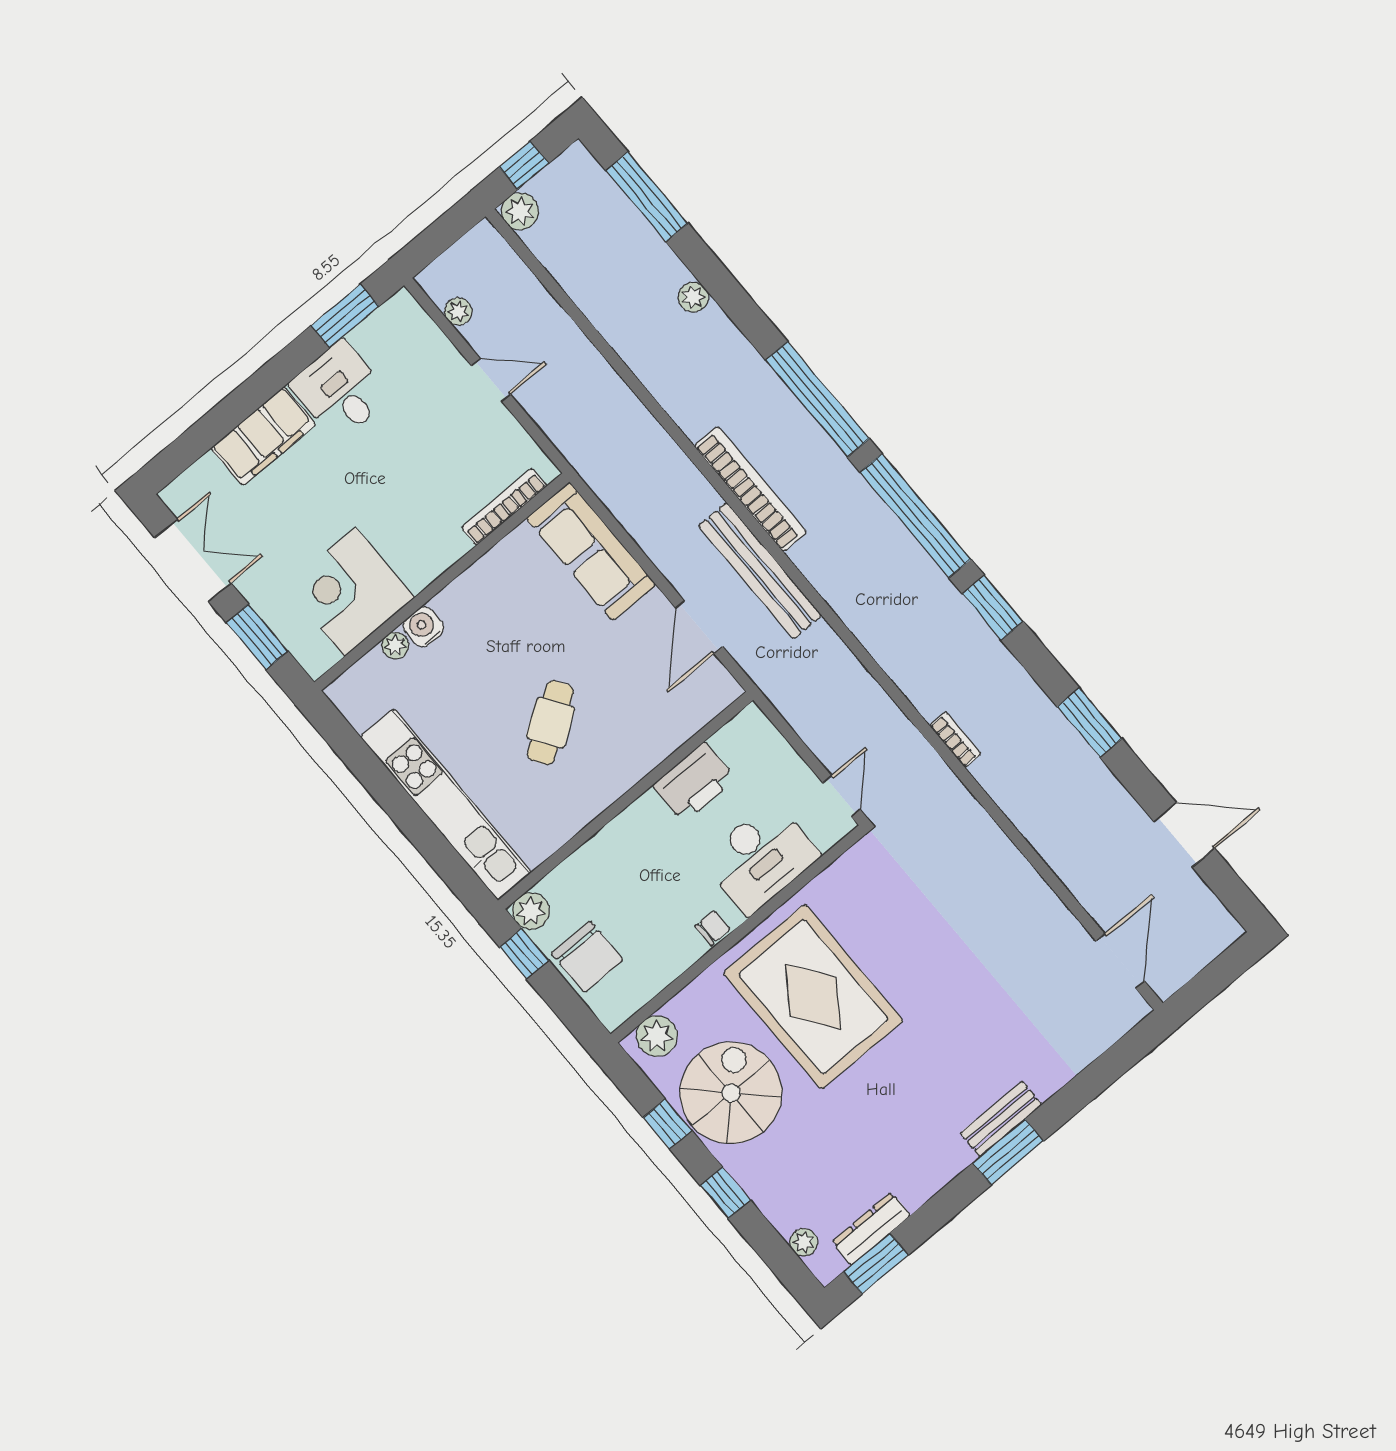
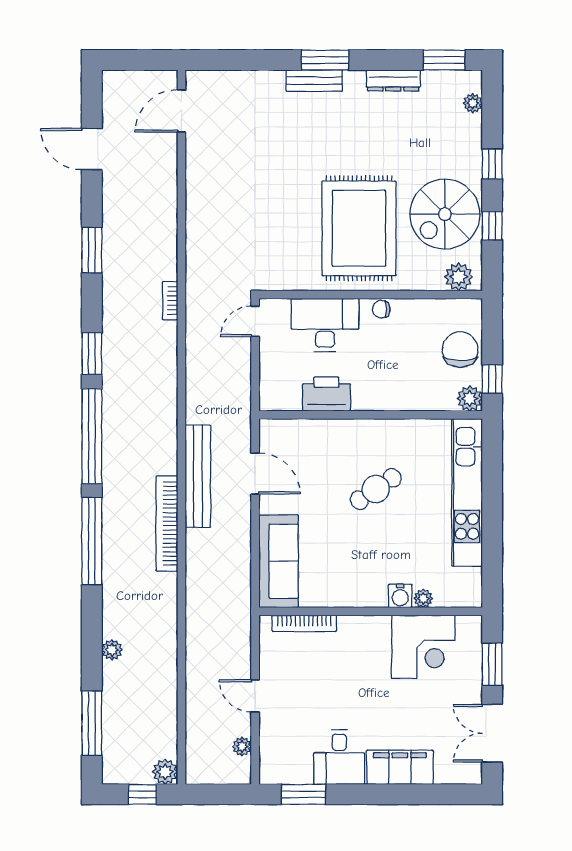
door: (699, 627) -> (255, 473), hinge flipped
dresser: (871, 1229) -> (393, 80), moved

